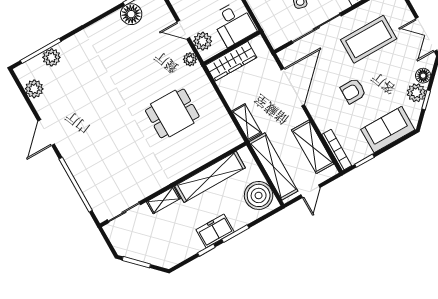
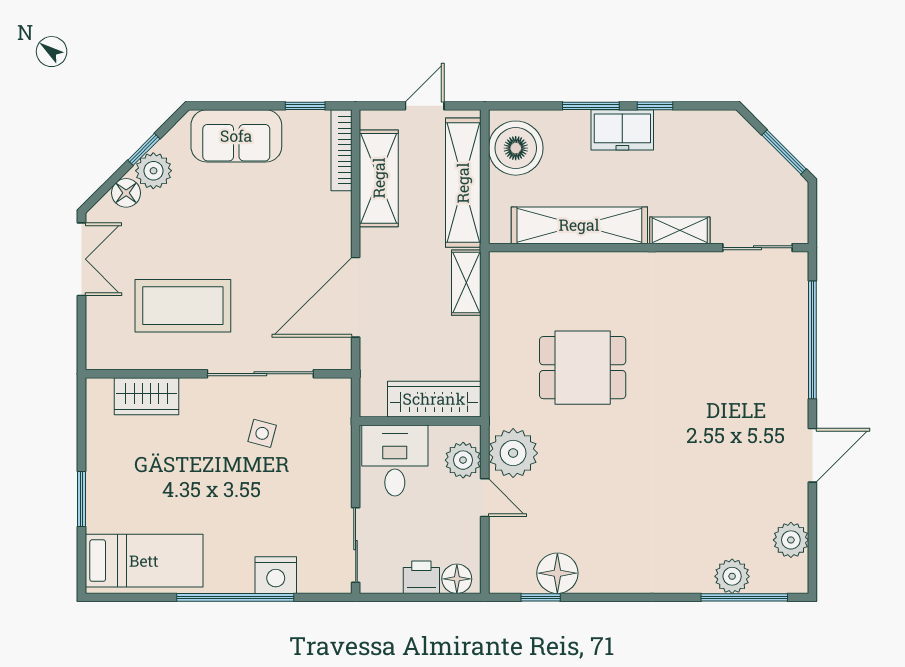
plant: (190, 59) -> (513, 453), width x1.87, depth x1.87
armchair: (353, 91) -> (258, 234), removed

